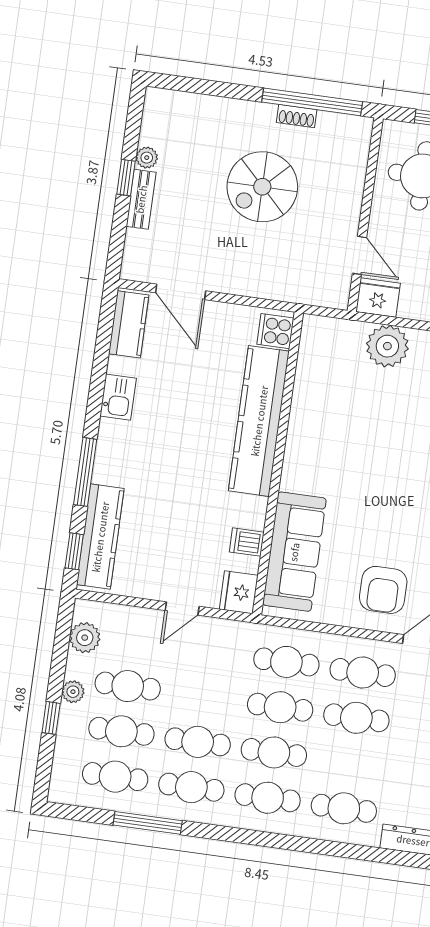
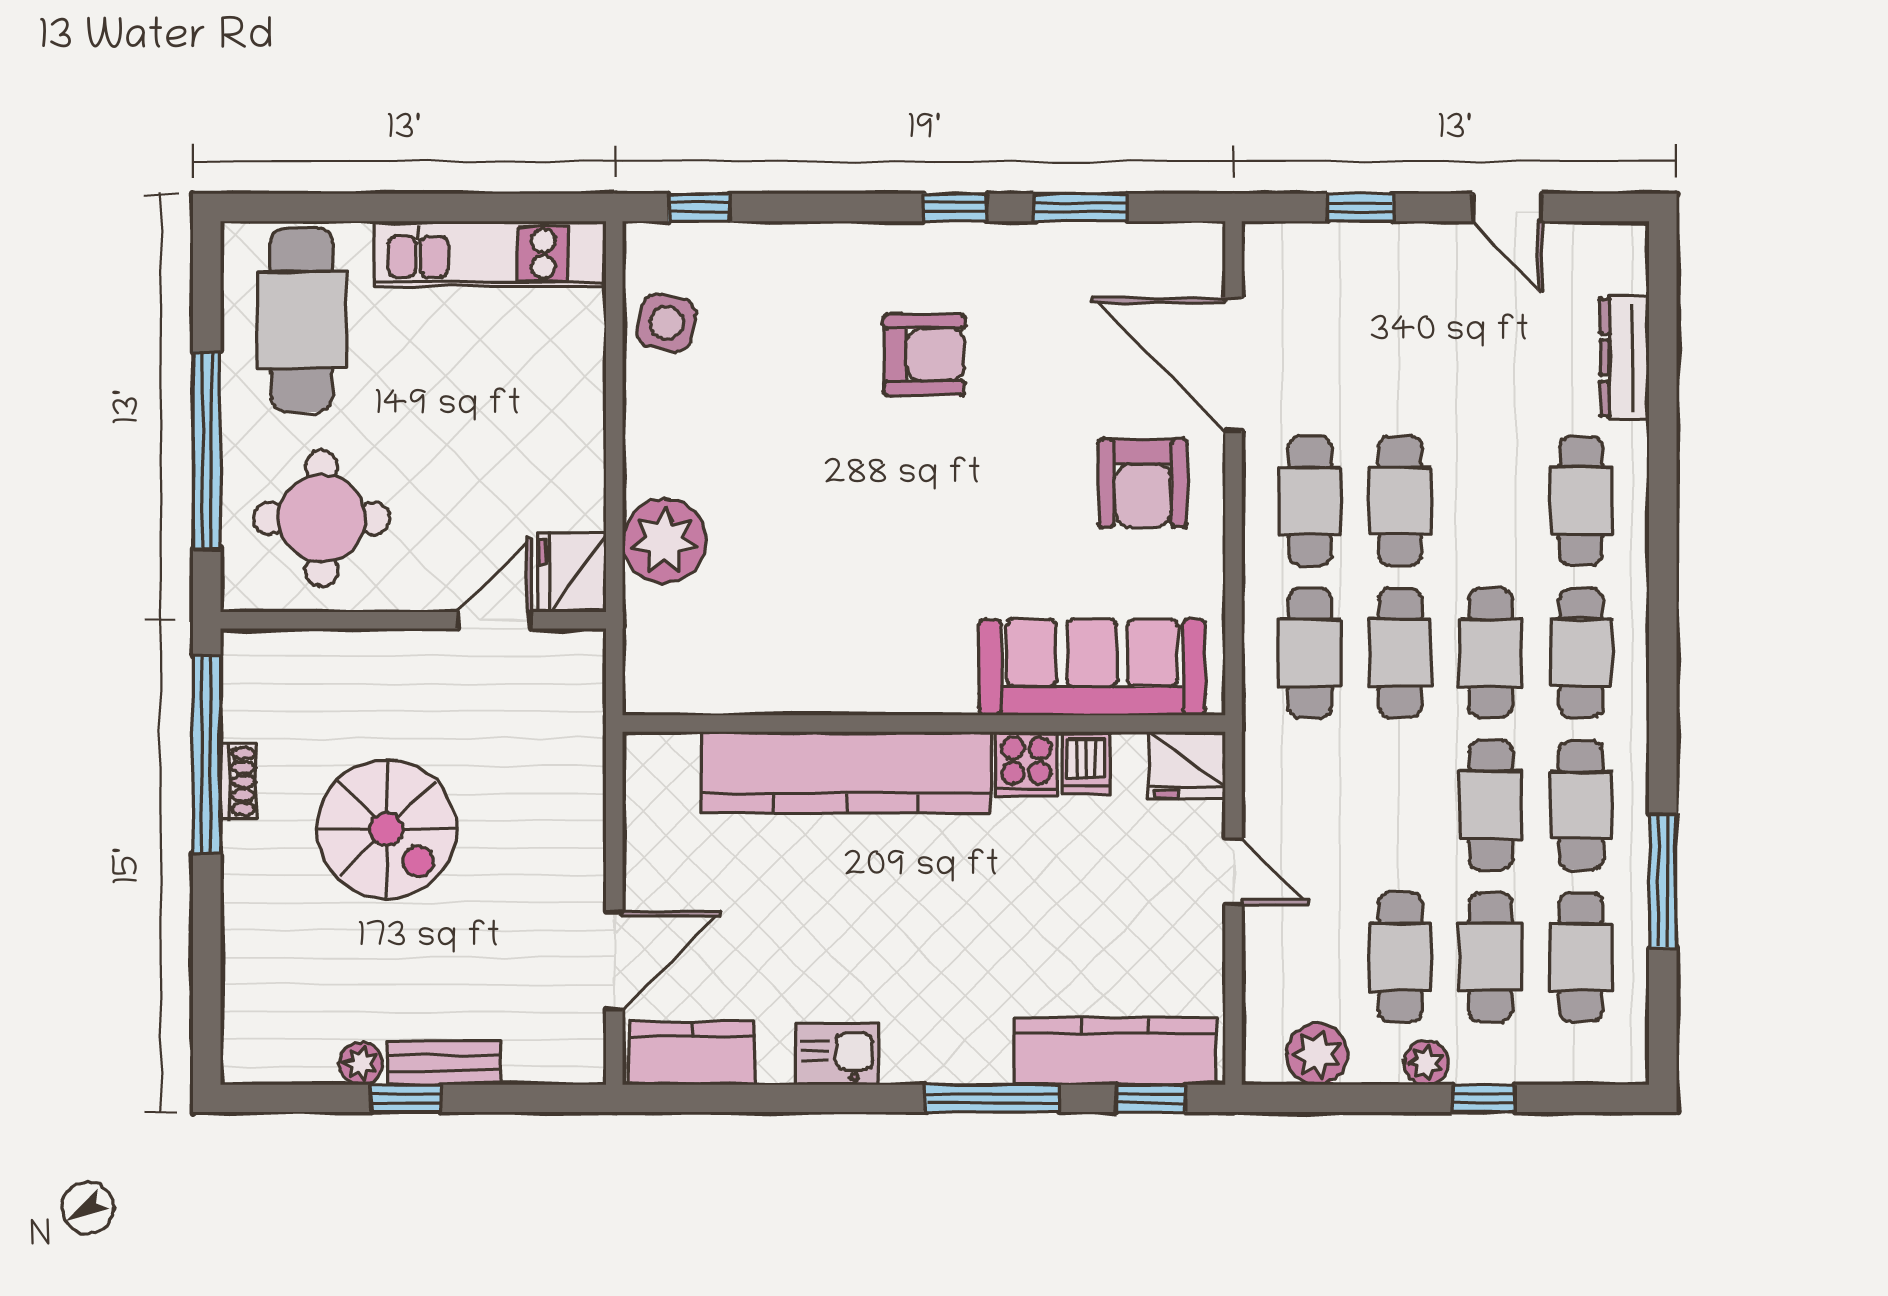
cooker: (275, 331) -> (1026, 764), moved
armchair: (383, 590) -> (1143, 483), turned 90

